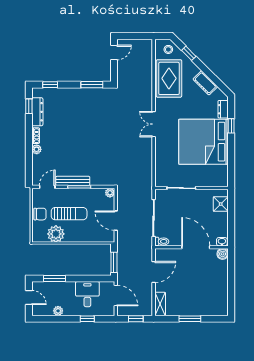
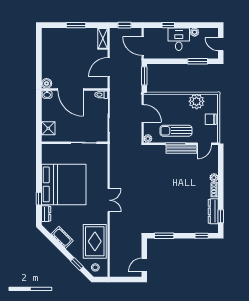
sun lounger: (69, 214) -> (176, 131), moved
desk: (87, 294) -> (179, 39), moved, turned 180

